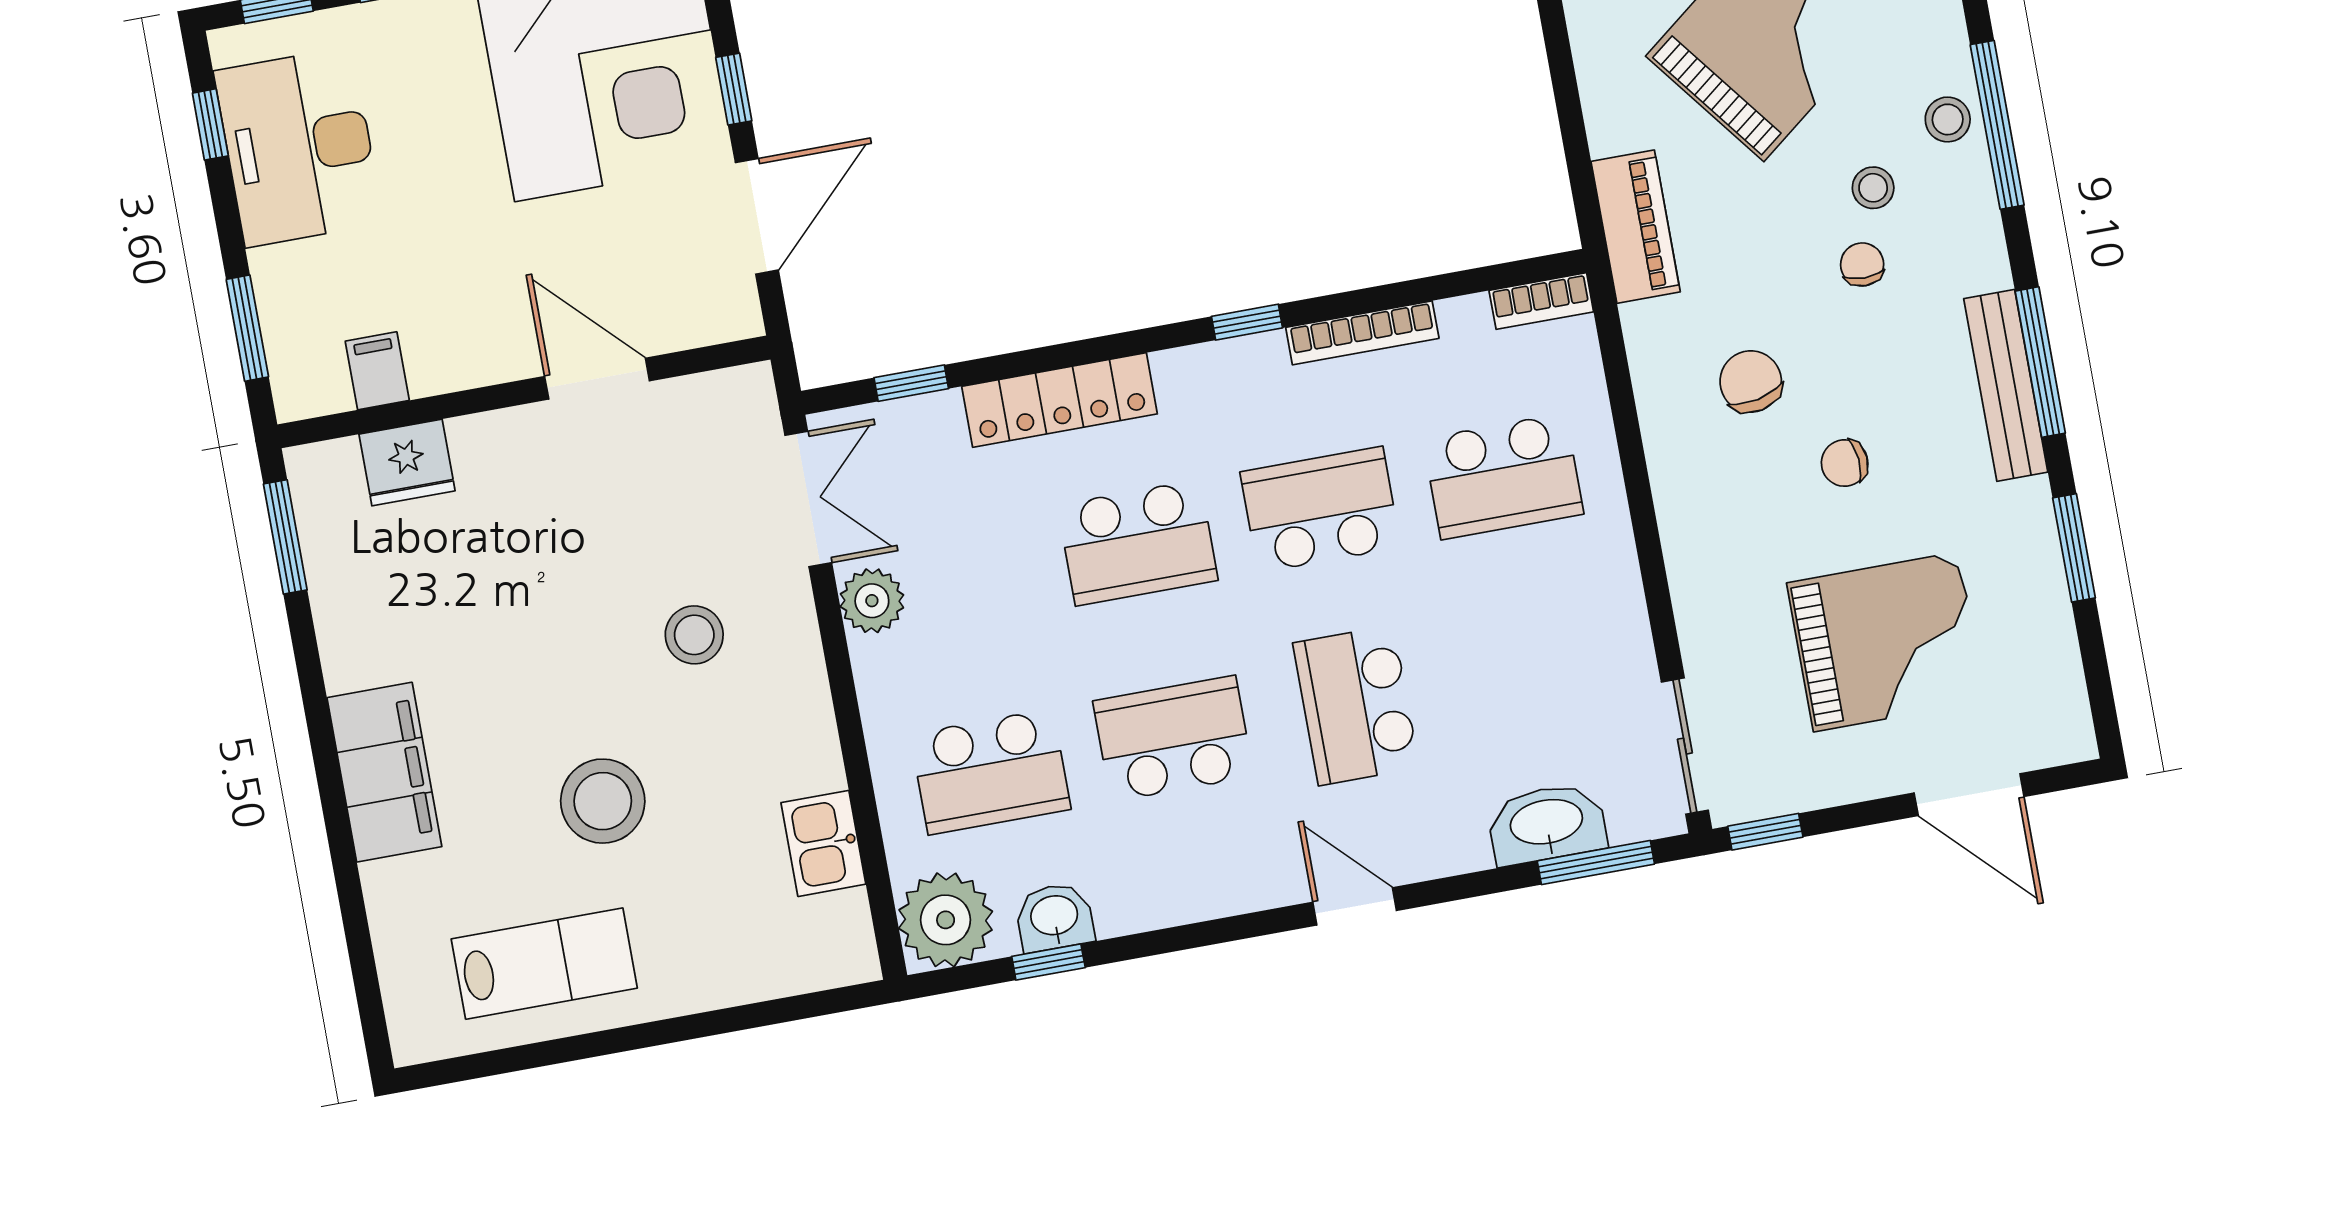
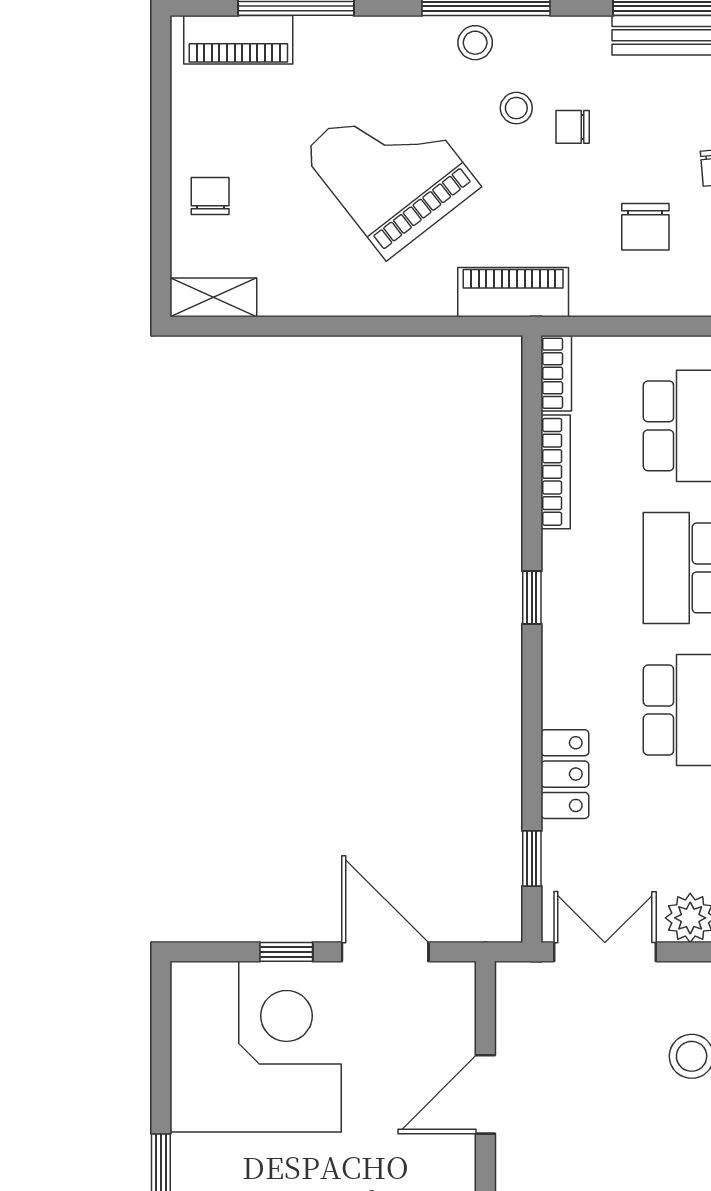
bookcase: (1362, 333) -> (556, 472), moved
chair: (1751, 382) -> (645, 227), turned -78
locker: (1060, 400) -> (565, 774), width x0.66

